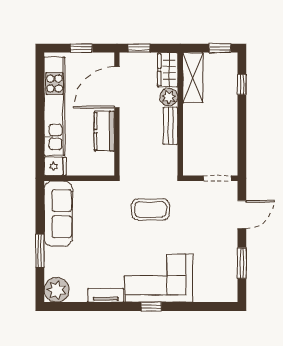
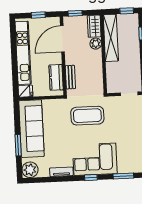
shelving: (193, 78) -> (111, 38), width x1.47
bench: (171, 126) -> (70, 77), moved
kitchen counter: (104, 131) -> (56, 77), moved
coffee table: (150, 209) -> (87, 116), width x1.36, depth x1.32
sofa: (58, 214) -> (31, 129), width x1.36, depth x1.27
window: (202, 307) -> (123, 176), added

